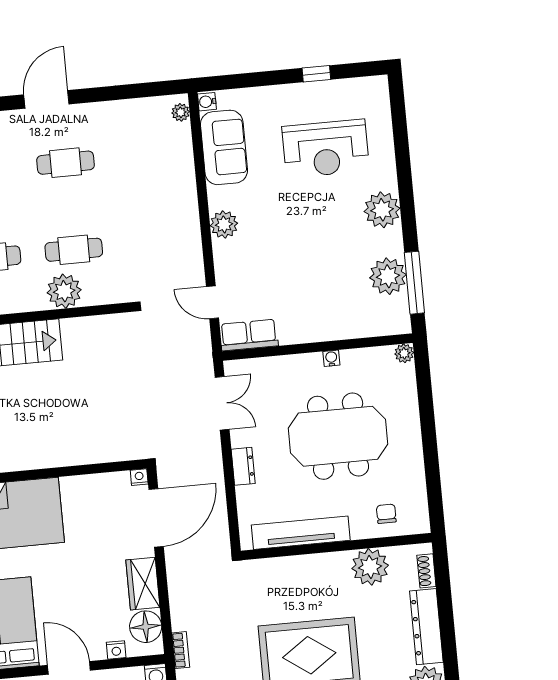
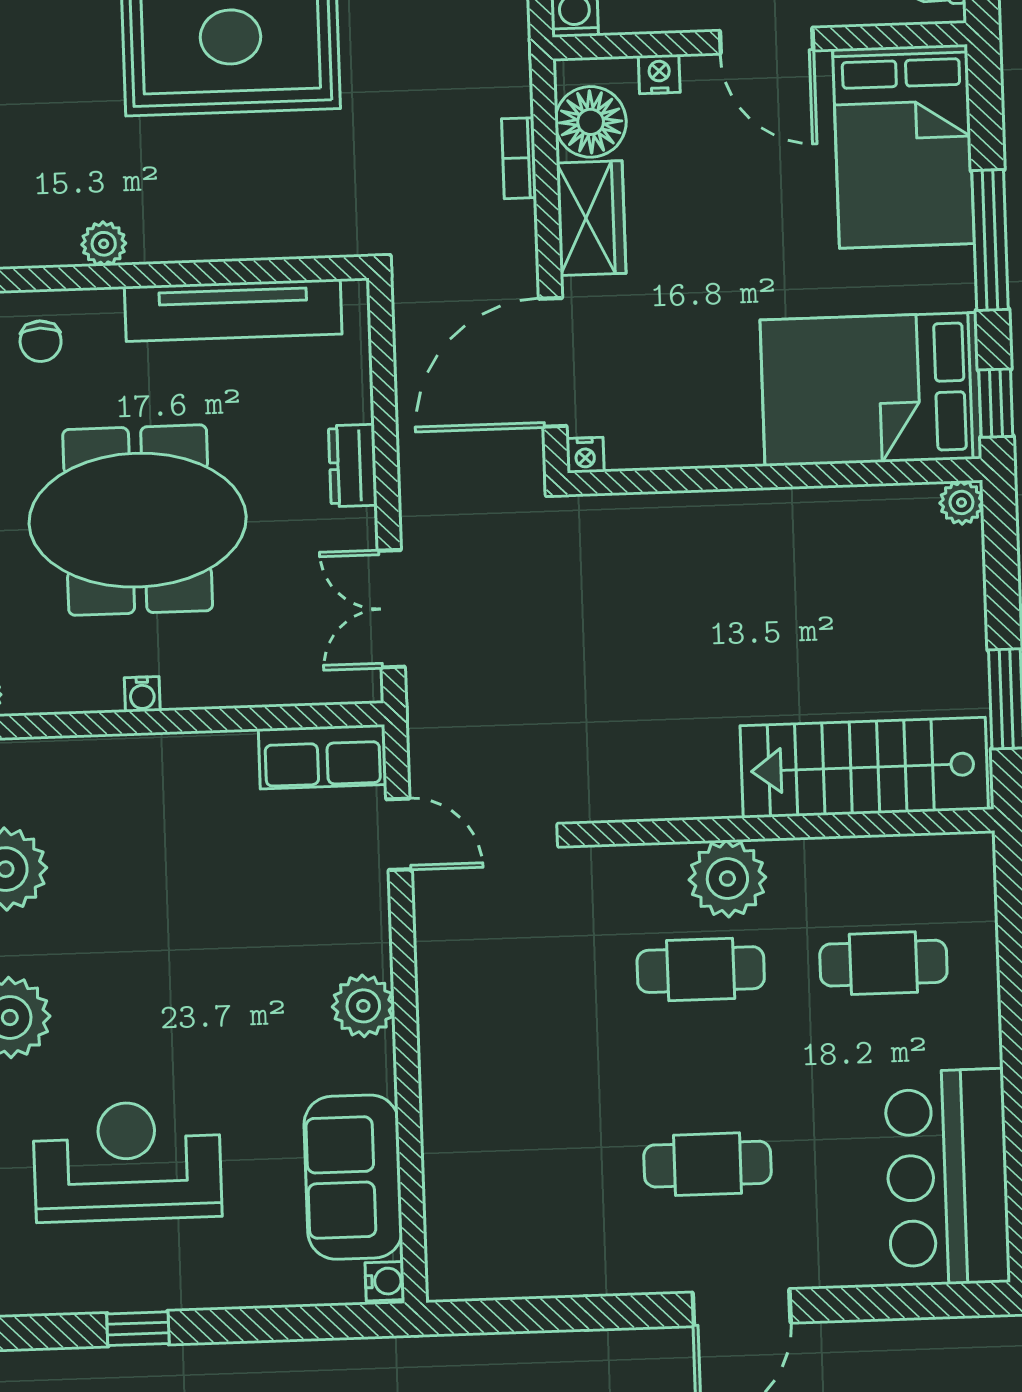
plant: (181, 112) -> (445, 1261), removed
plant: (370, 567) -> (104, 244), width x0.53, depth x0.53
bookcase: (181, 650) -> (519, 158), moved

